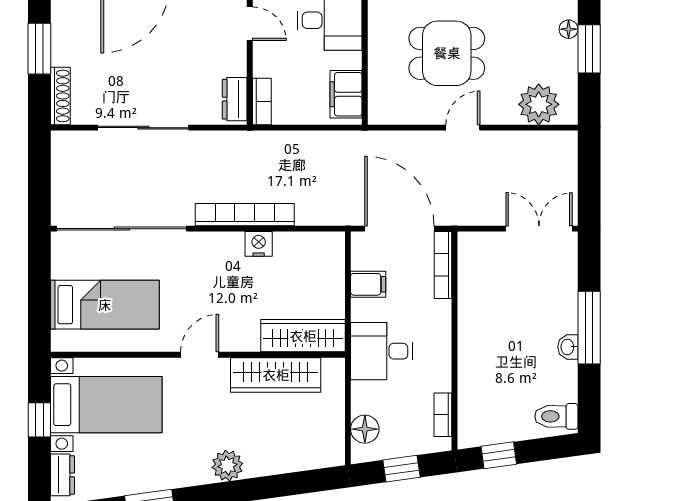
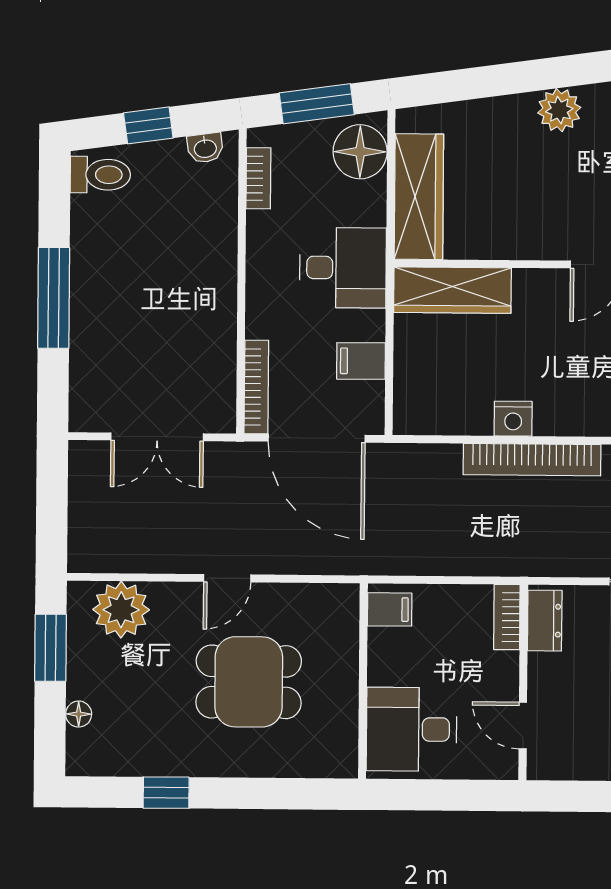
window: (589, 49) -> (51, 648), moved
filing cabinet: (346, 94) -> (390, 609), width x0.50
double door: (539, 229) -> (157, 437), moved
washbasin: (568, 347) -> (205, 148), moved, turned 82
wardrobe: (276, 375) -> (419, 197), moved, turned 90
floor lamp: (365, 429) -> (360, 152), width x1.38, depth x1.38
window: (499, 455) -> (148, 125), moved
window: (402, 469) -> (317, 104), width x1.50

